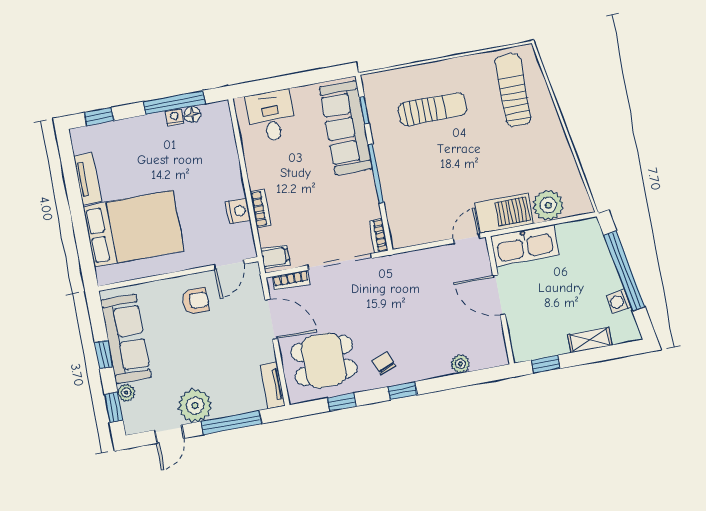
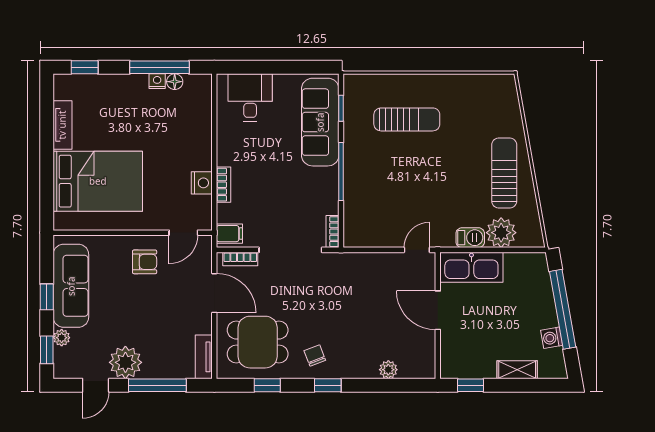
sun lounger: (513, 90) -> (504, 173), moved
barbecue: (505, 213) -> (470, 238), width x0.53, depth x0.65

